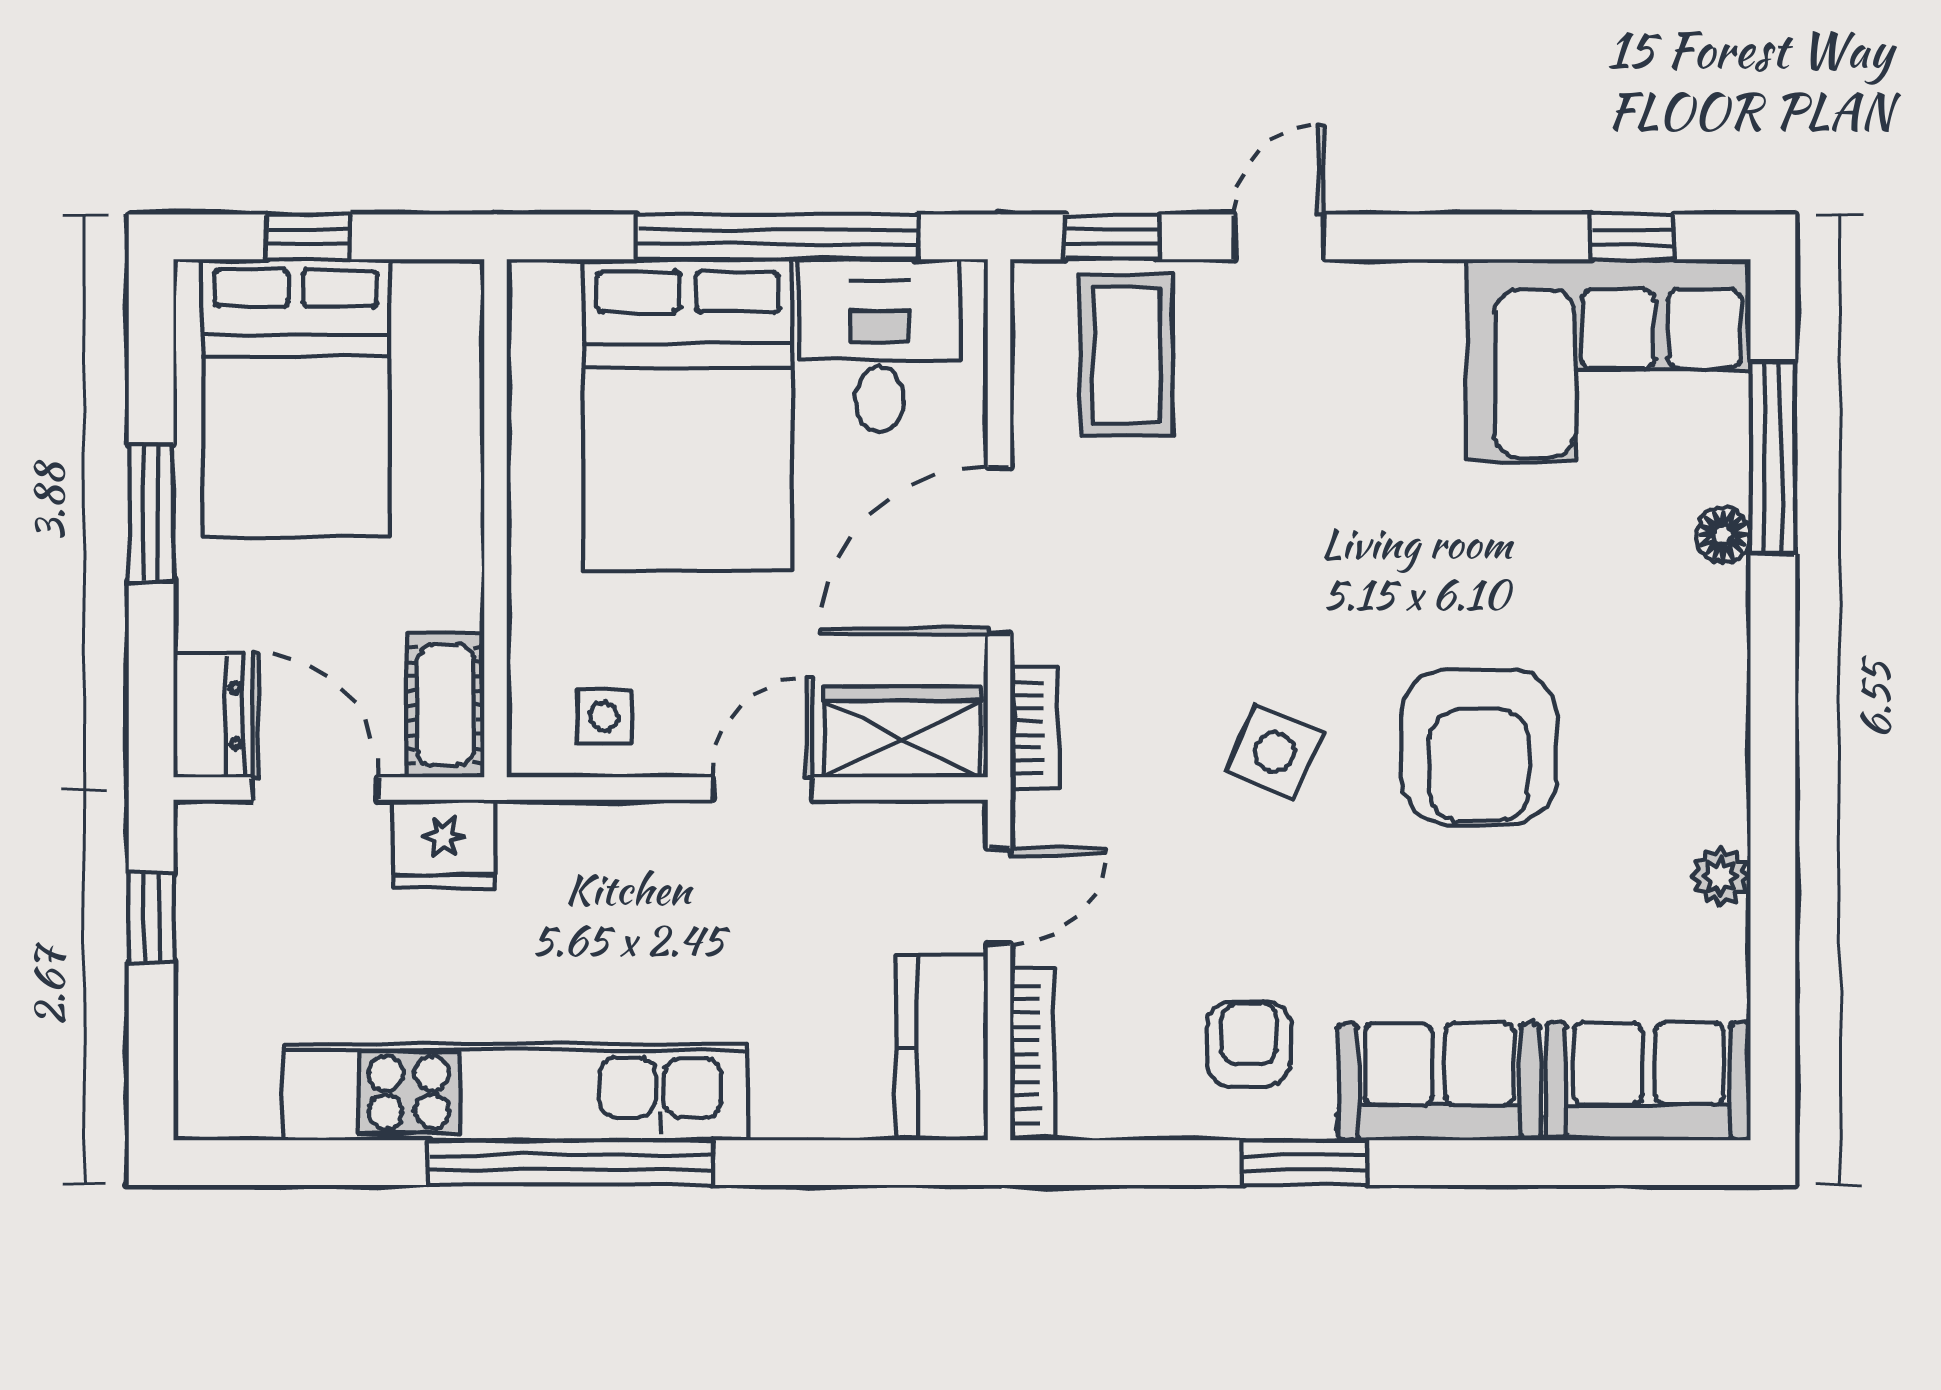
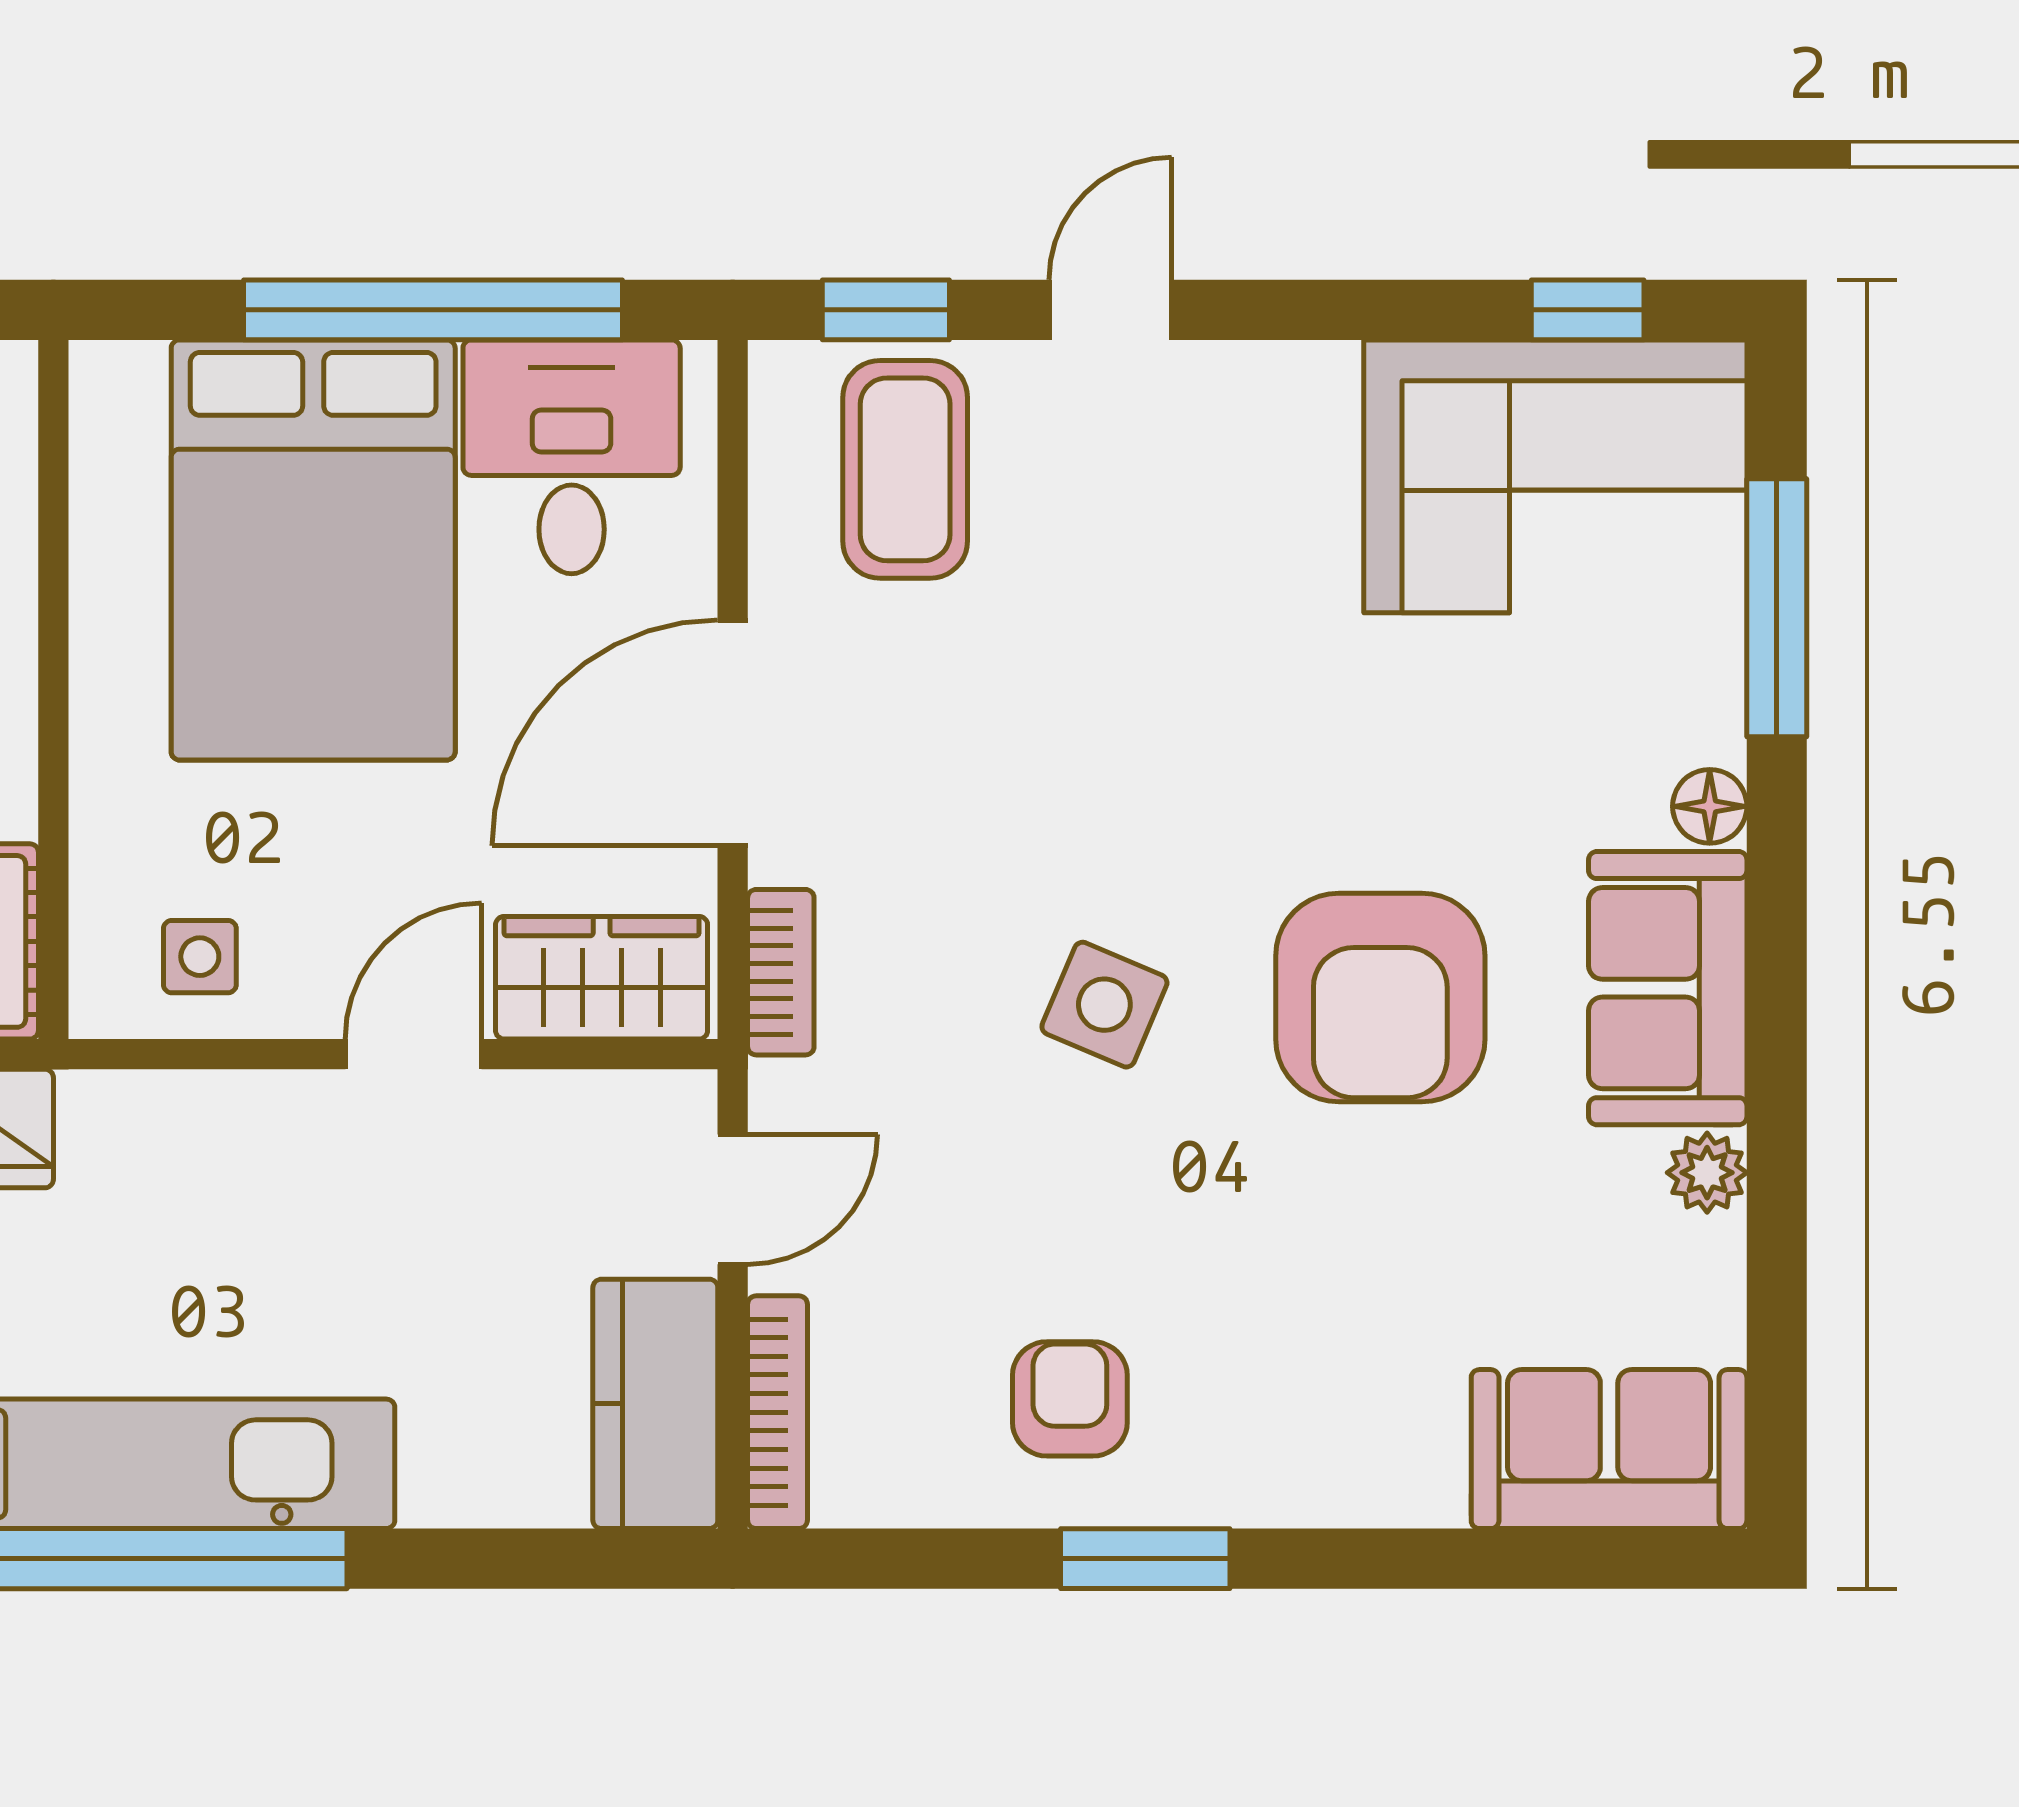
floor lamp: (1723, 535) -> (1710, 806), moved
sofa: (1439, 1082) -> (1668, 988), moved, turned -90

